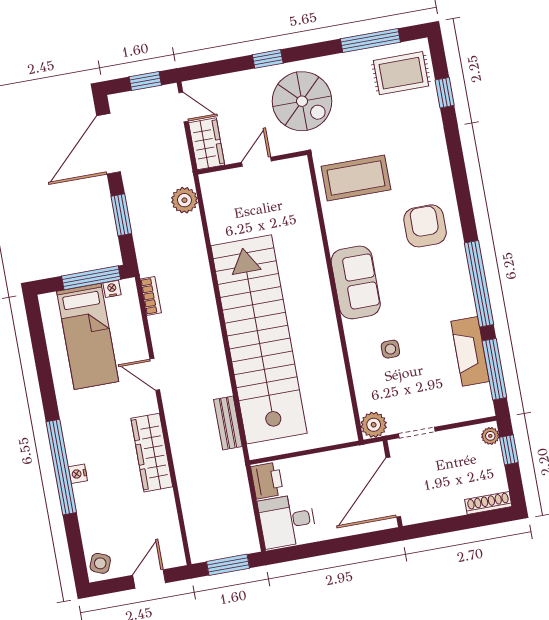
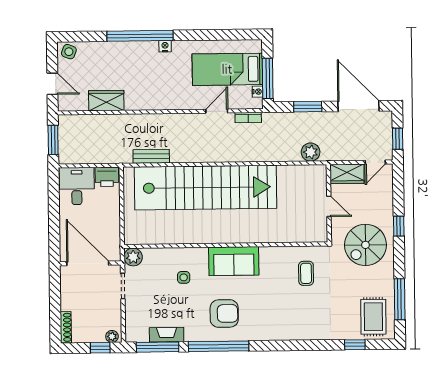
coffee table: (356, 178) -> (306, 273), width x0.54, depth x0.58
armchair: (425, 226) -> (224, 313), moved
fireplace: (470, 351) -> (167, 335), width x0.73, depth x0.76
door: (155, 374) -> (217, 111), moved
wardrobe: (152, 453) -> (106, 101), moved, width x0.67
nightstand: (78, 474) -> (165, 46), moved

